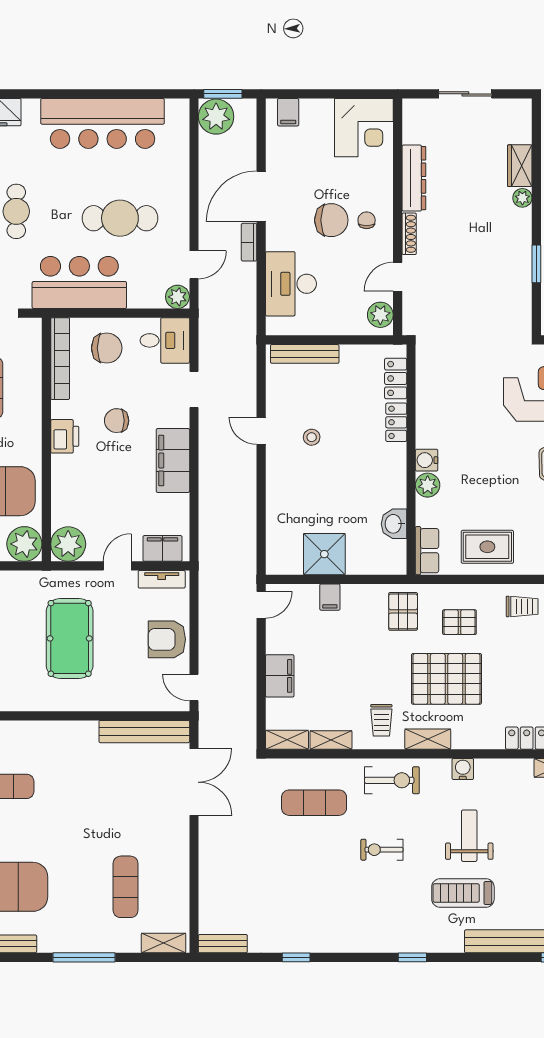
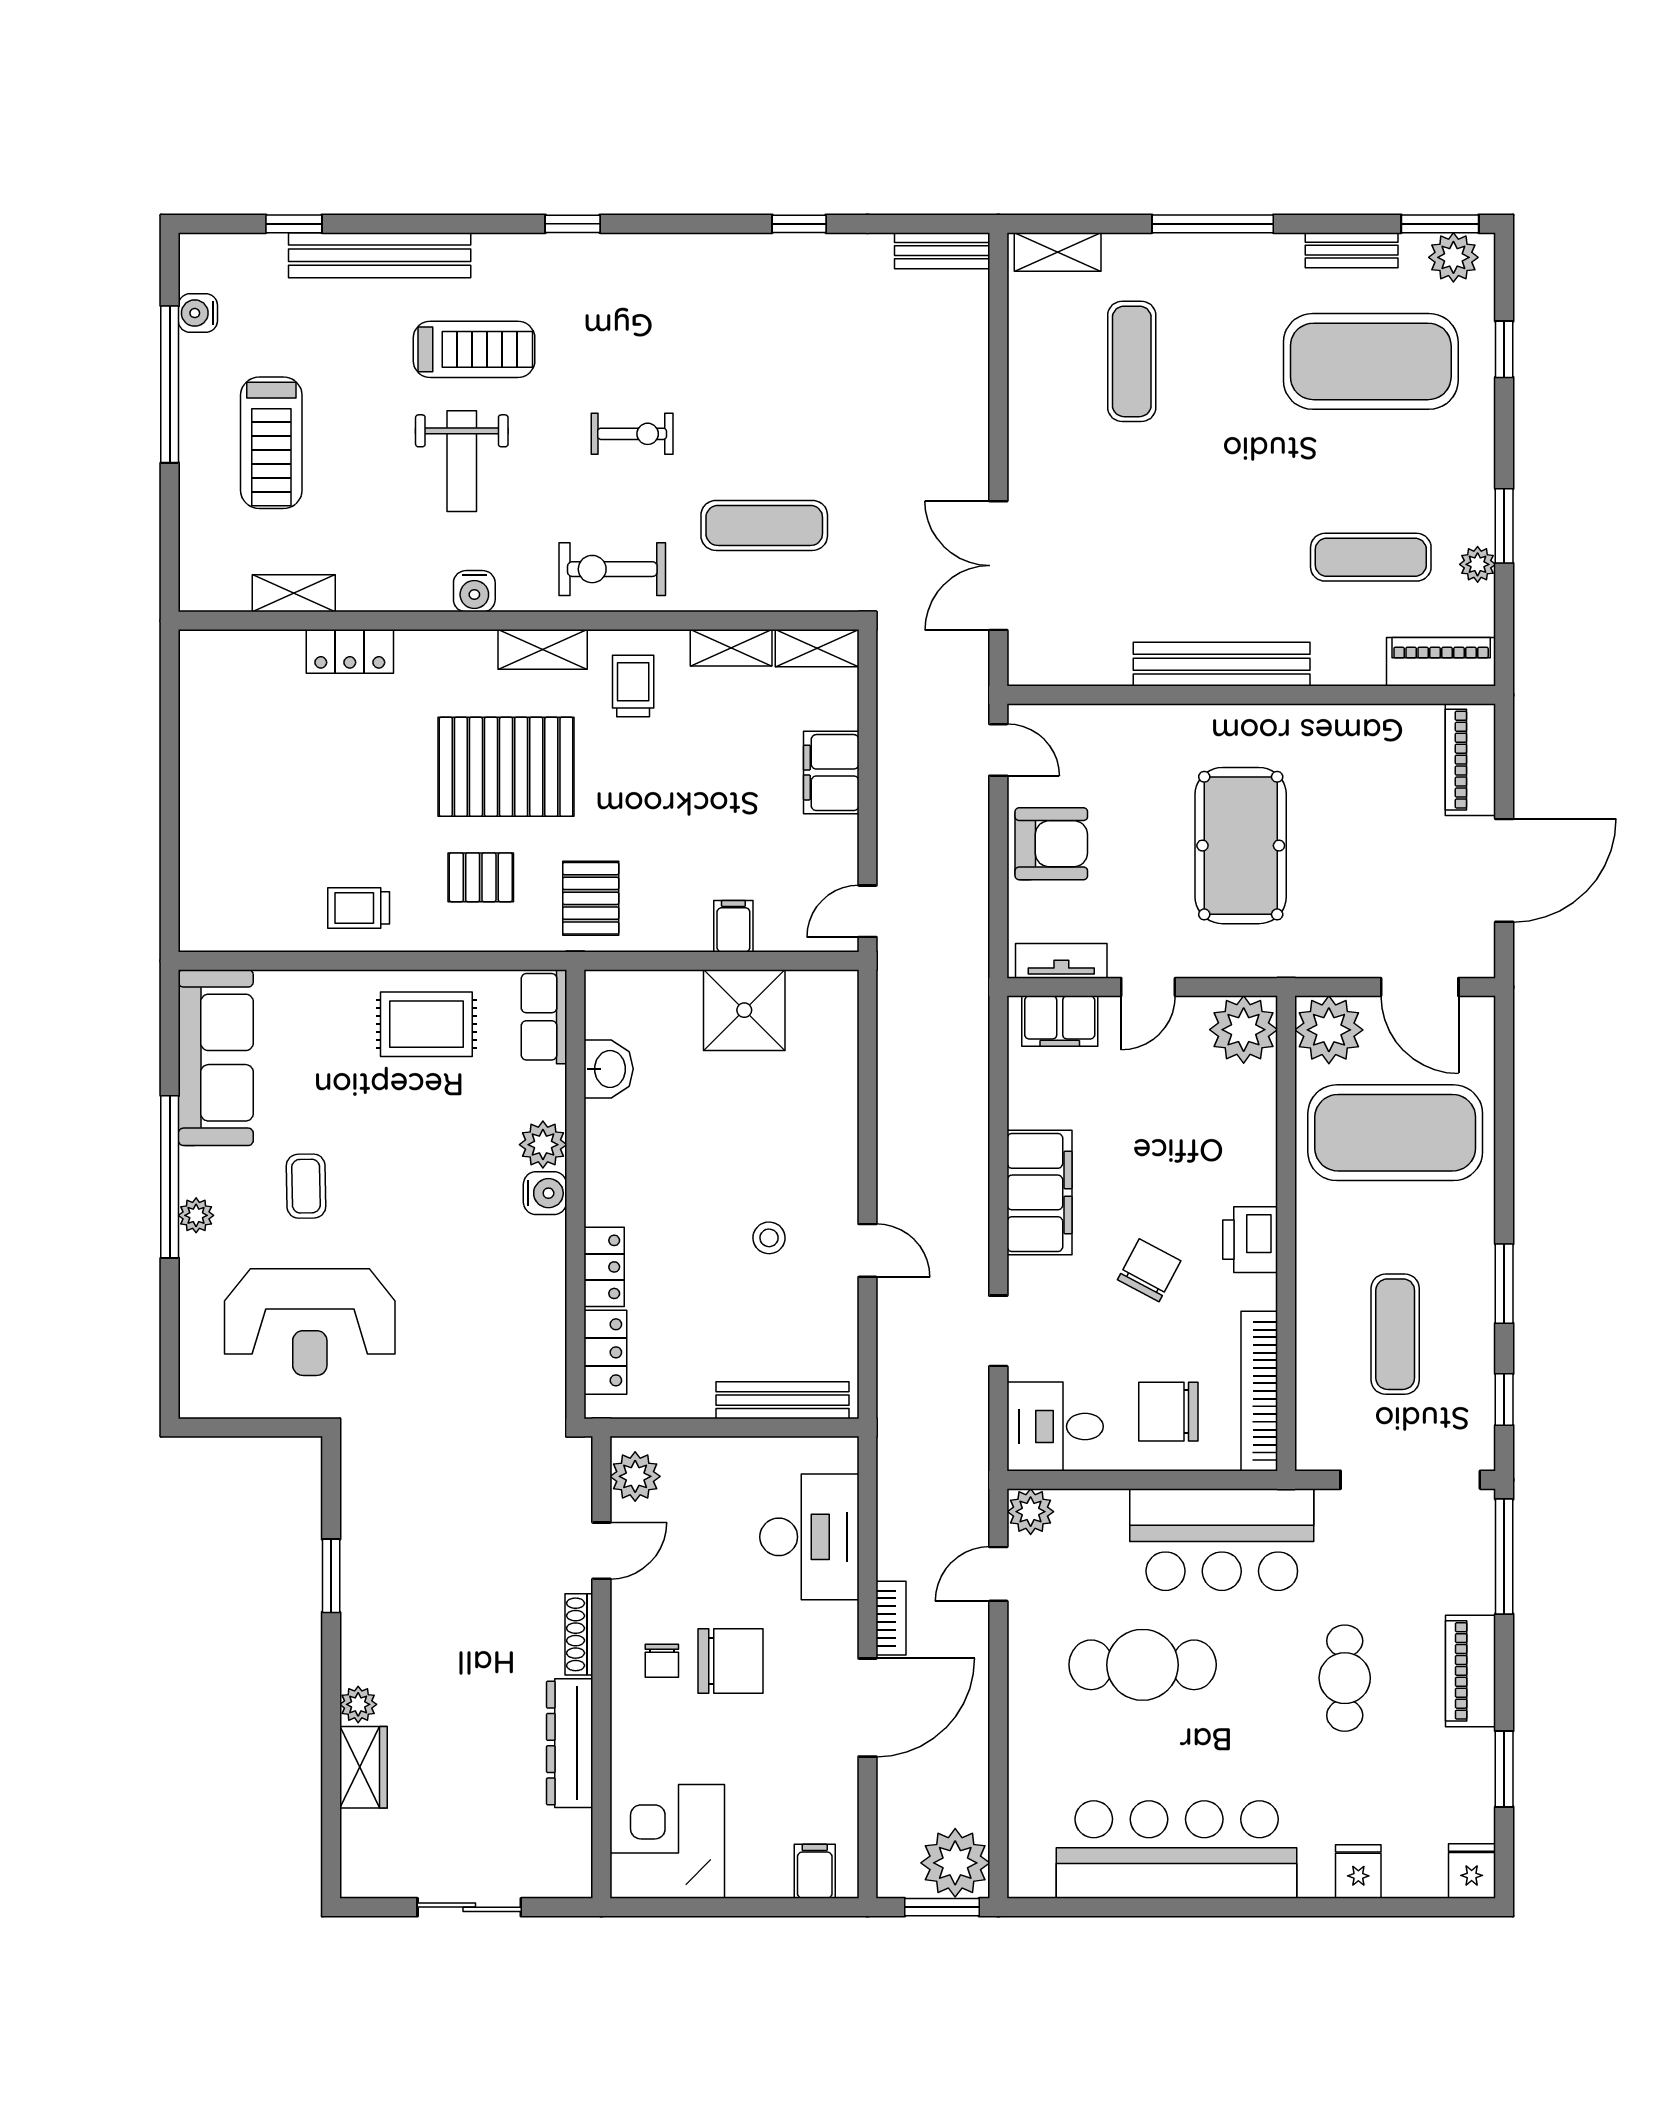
chair: (331, 220) -> (731, 1661), turned 180
chair: (117, 421) -> (1149, 1270), turned -62
bench: (144, 732) -> (1222, 664), moved

